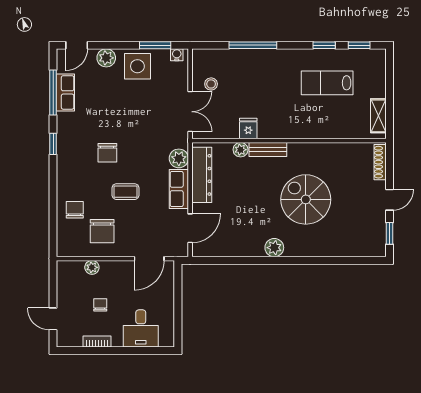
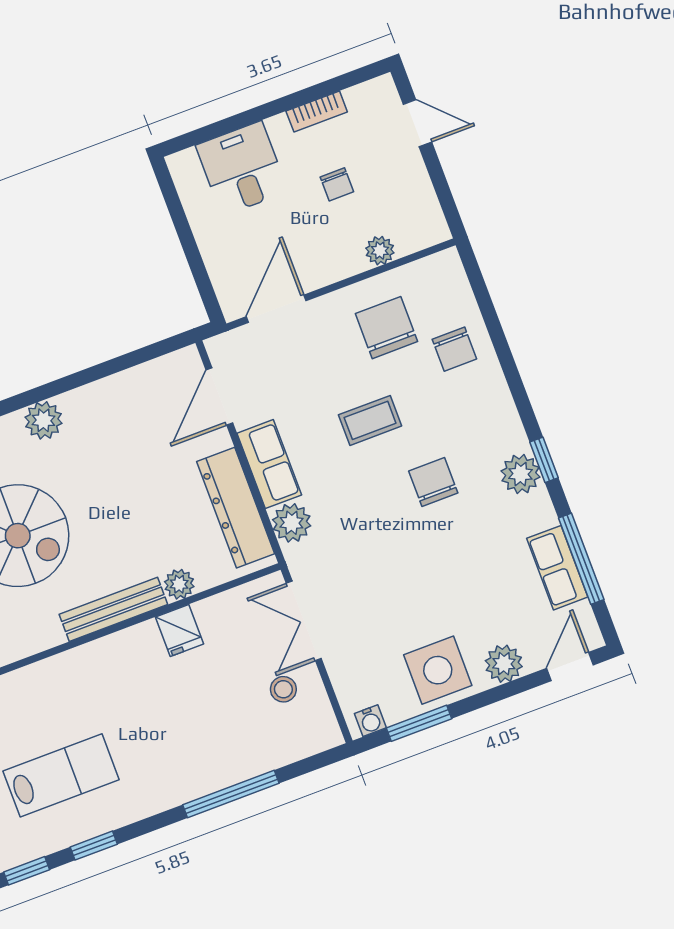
plant: (66, 141) -> (521, 474), added
bench: (268, 150) -> (113, 609), width x1.36

